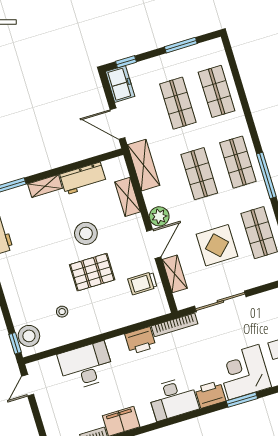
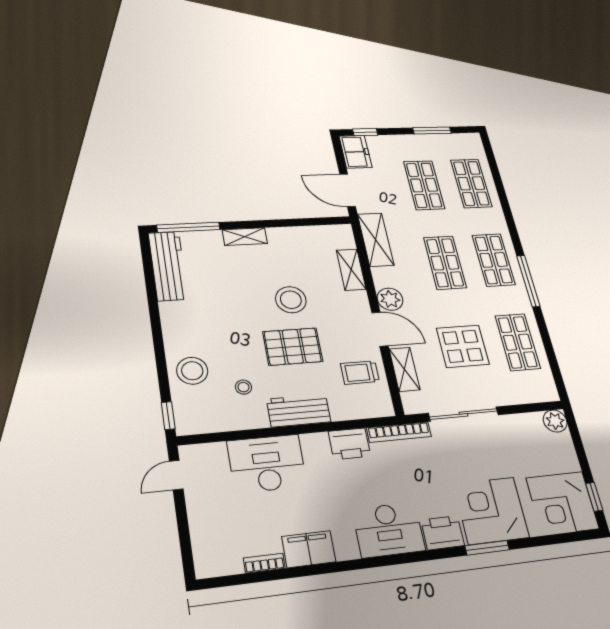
workbench: (83, 178) -> (299, 411), moved, turned 180
door: (154, 244) -> (380, 329), hinge flipped
stool: (29, 336) -> (192, 371), moved

